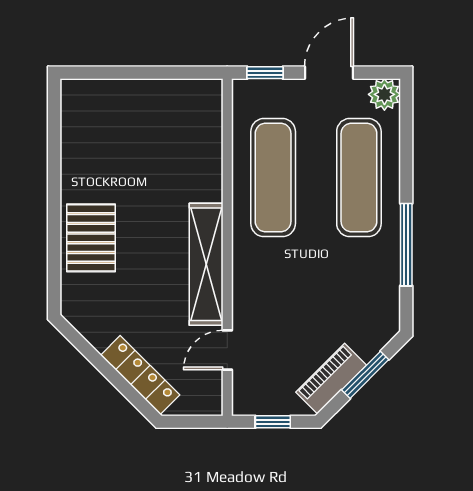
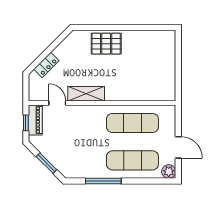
window: (265, 73) -> (178, 119), removed
shelving: (206, 264) -> (86, 94), width x0.68
locker: (140, 375) -> (46, 65), width x0.66
piano: (331, 379) -> (35, 120), moved, turned 45

